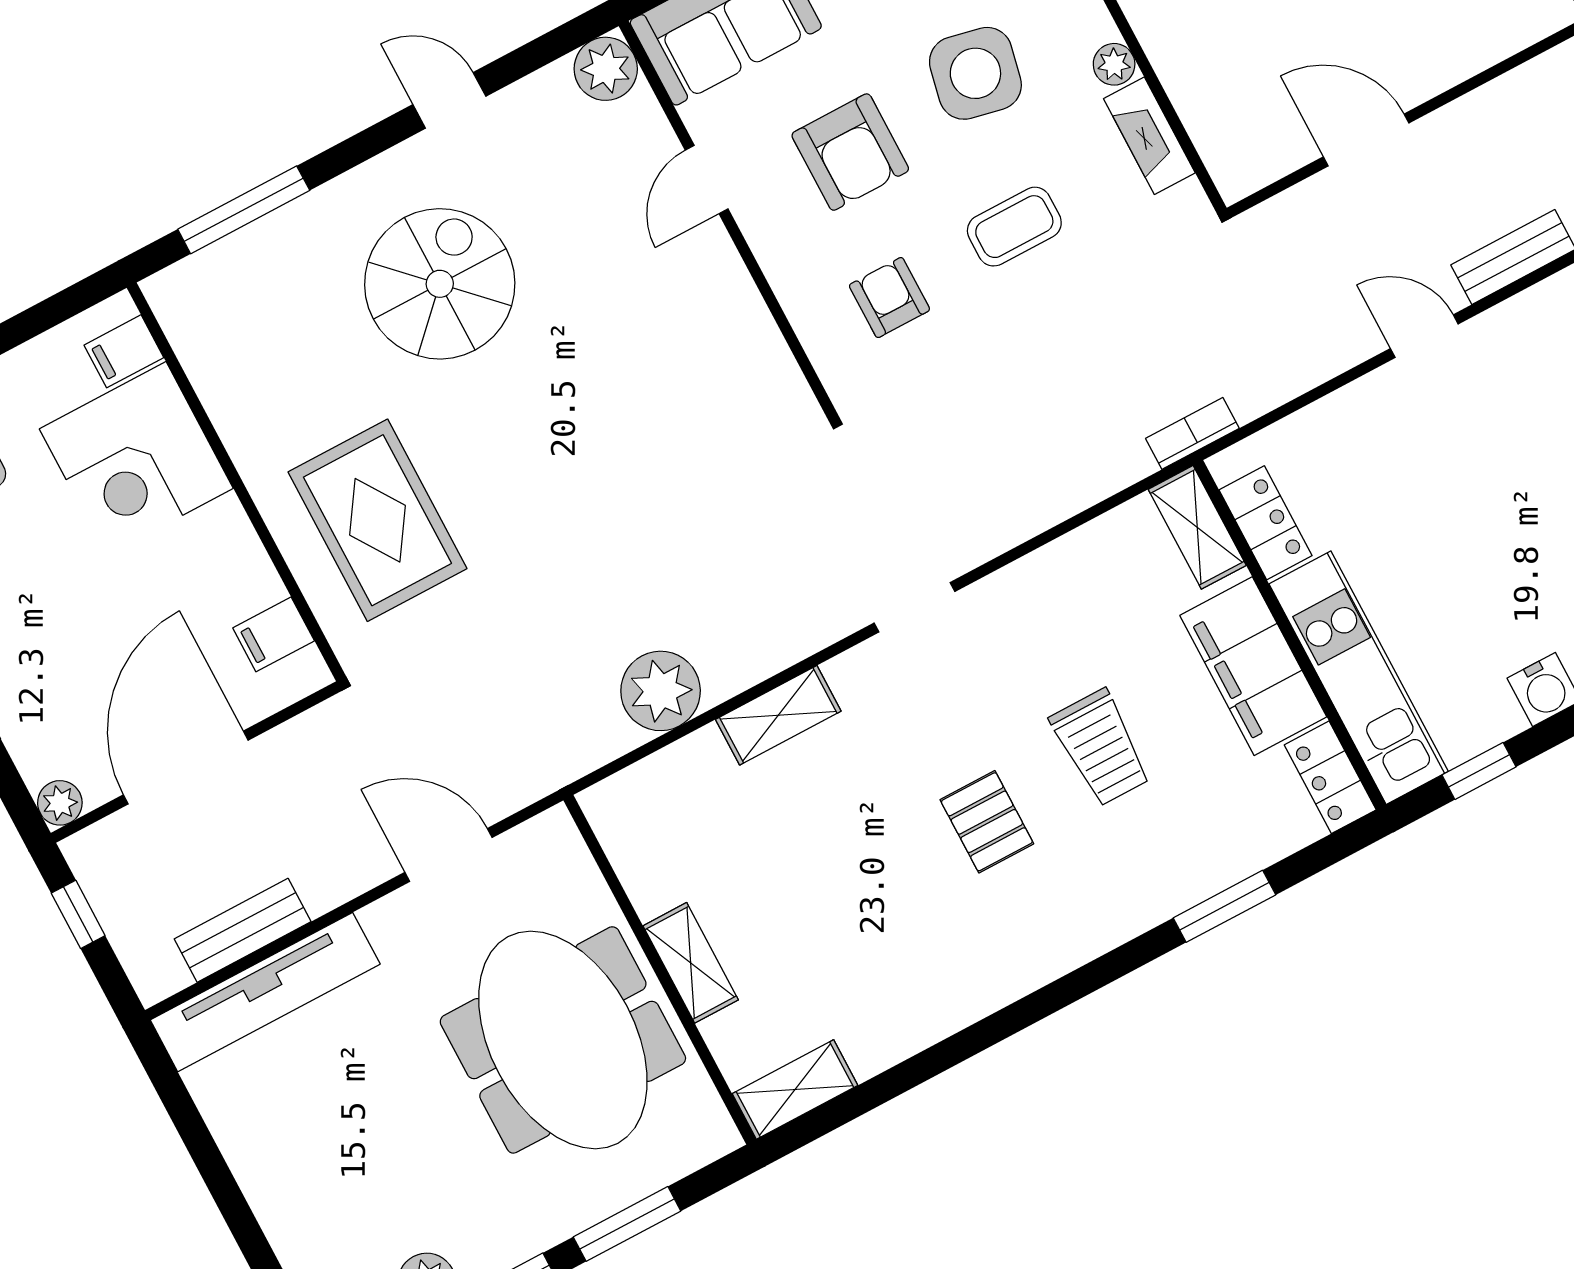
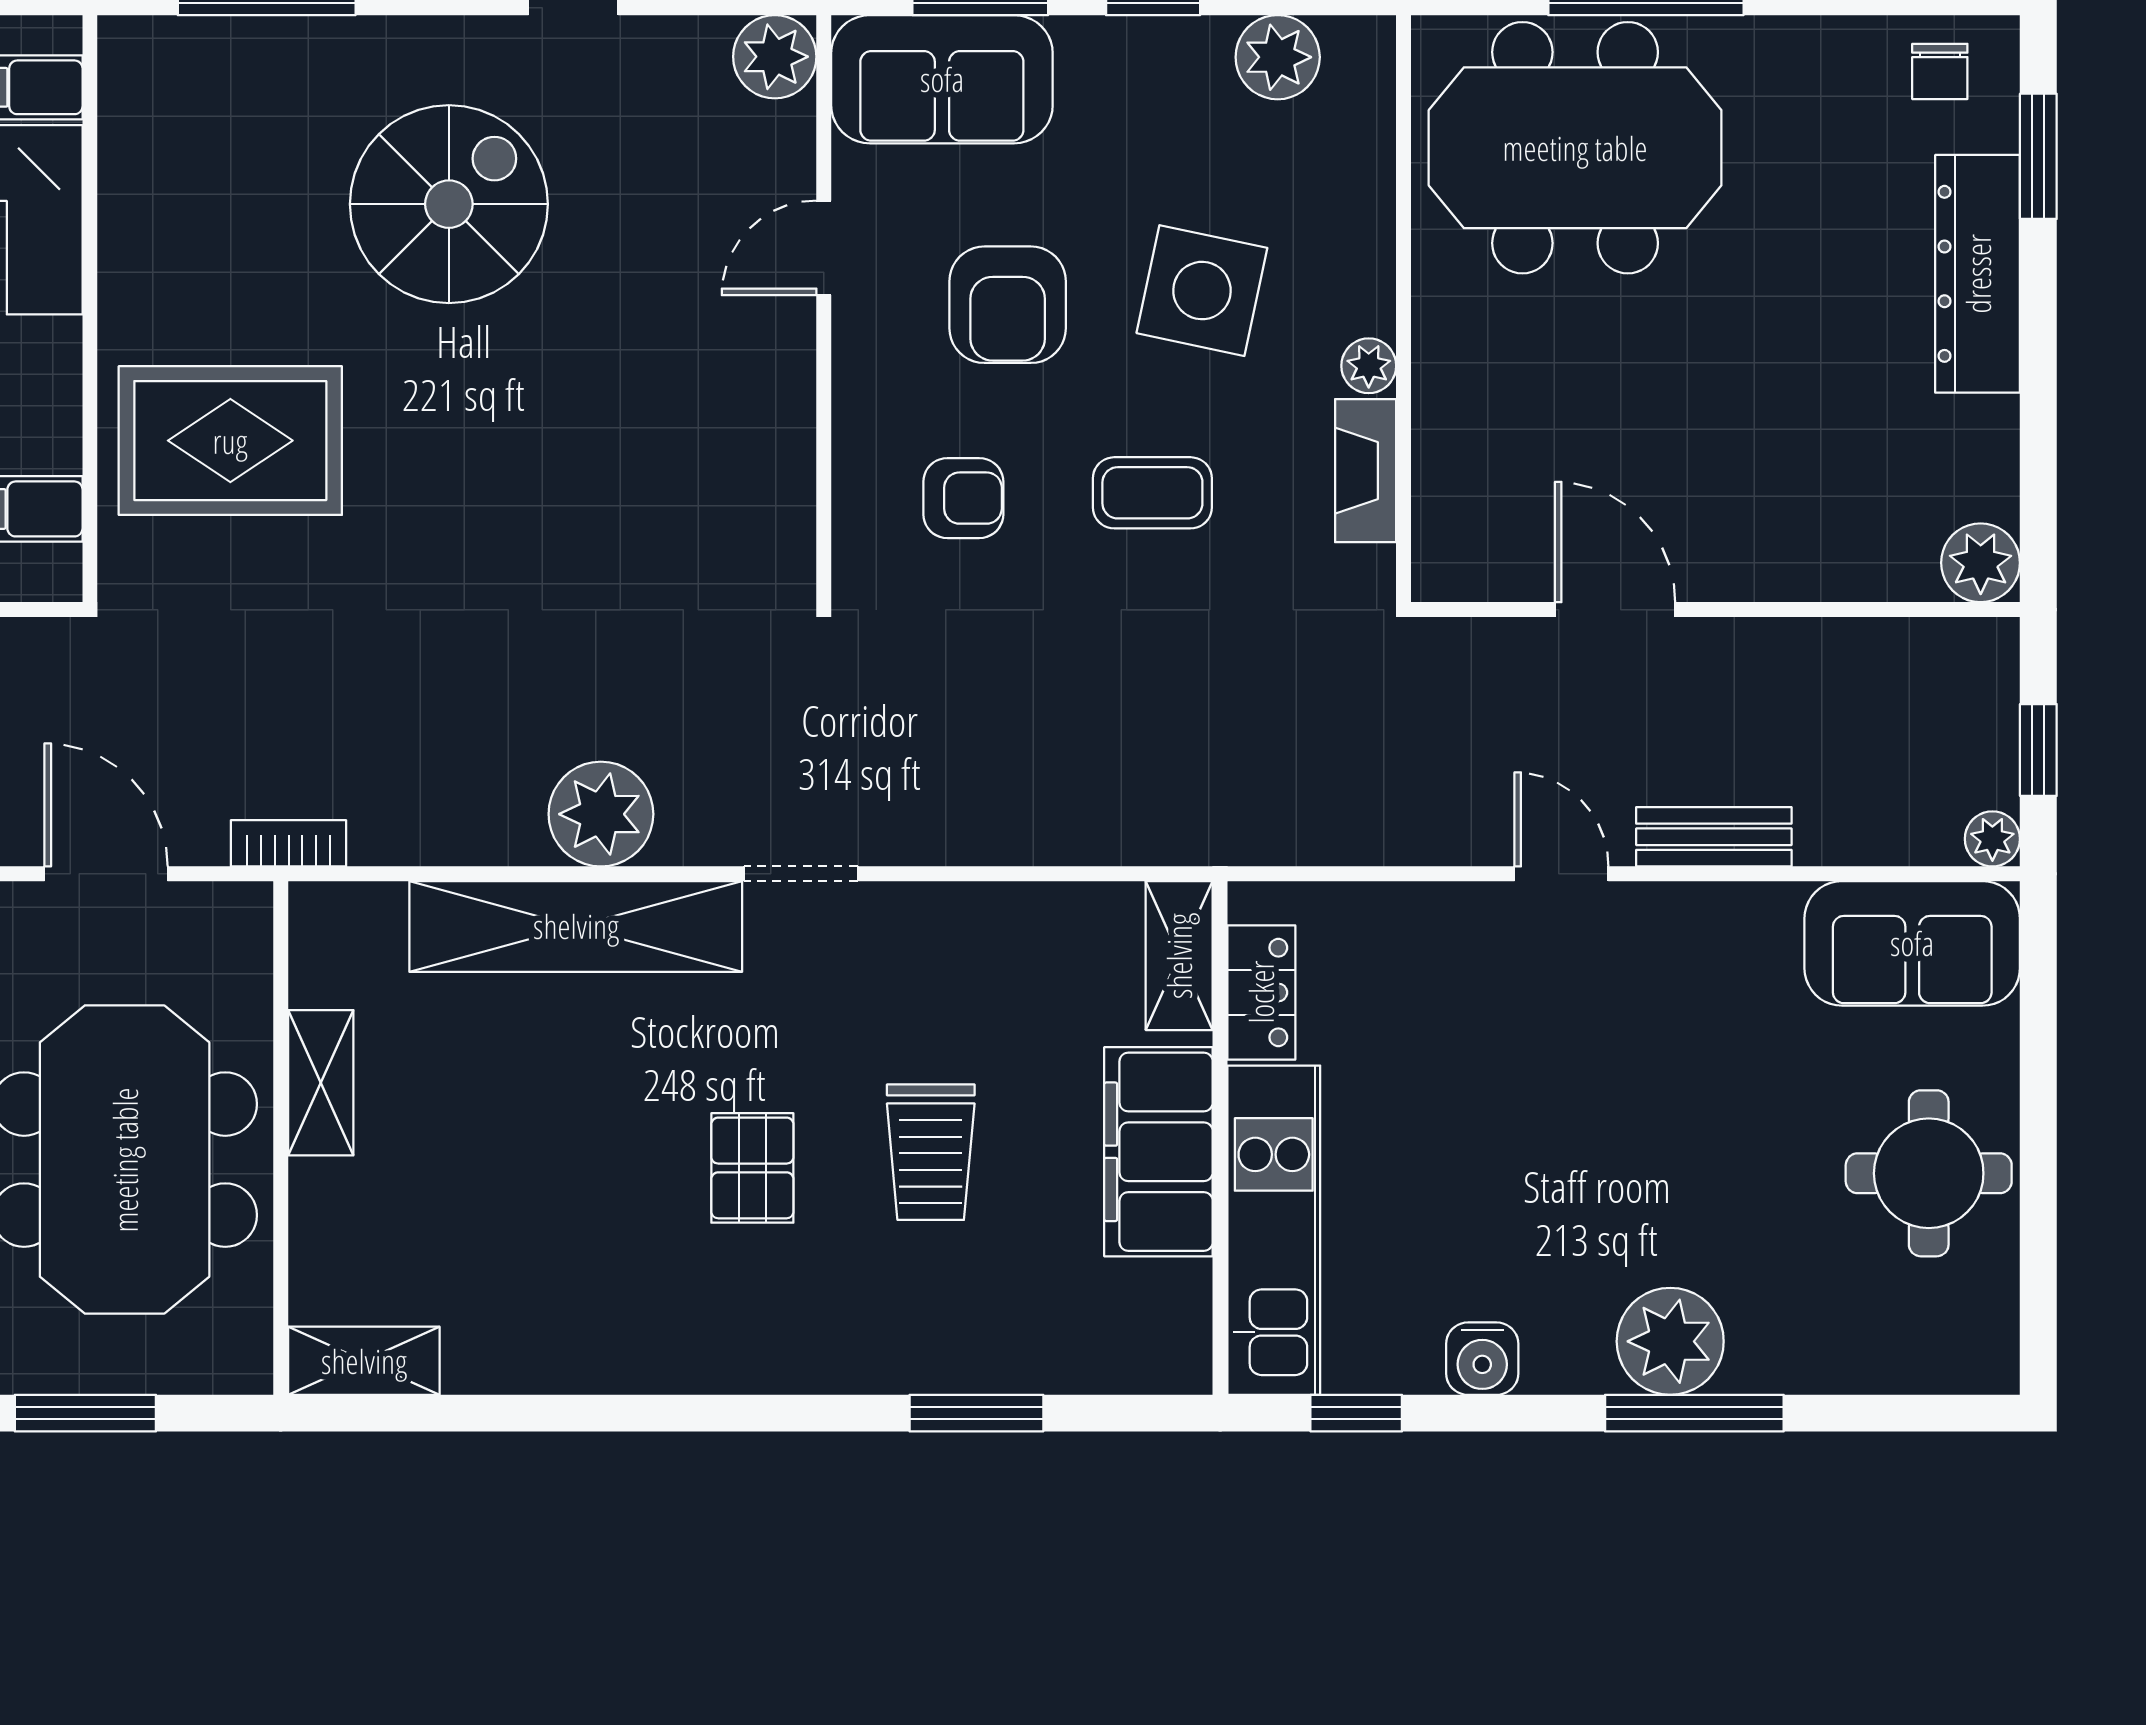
armchair: (889, 298) -> (963, 498), turned 90
bookcase: (1192, 433) -> (289, 843), moved
rug: (377, 520) -> (230, 441), turned 90
plant: (661, 691) -> (601, 814), moved
shelving: (778, 715) -> (576, 926), width x2.20, depth x1.33
locker: (1330, 777) -> (1179, 1329), removed
shelving: (691, 963) -> (321, 1083), moved

